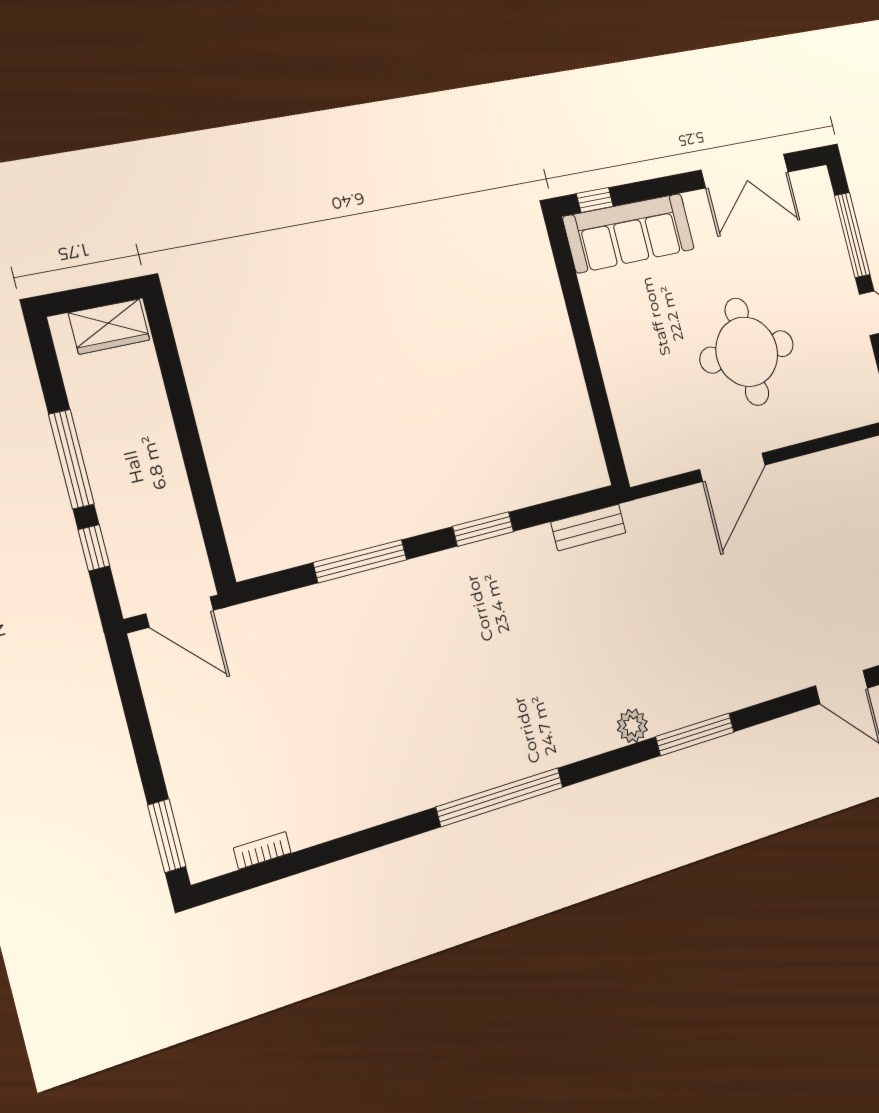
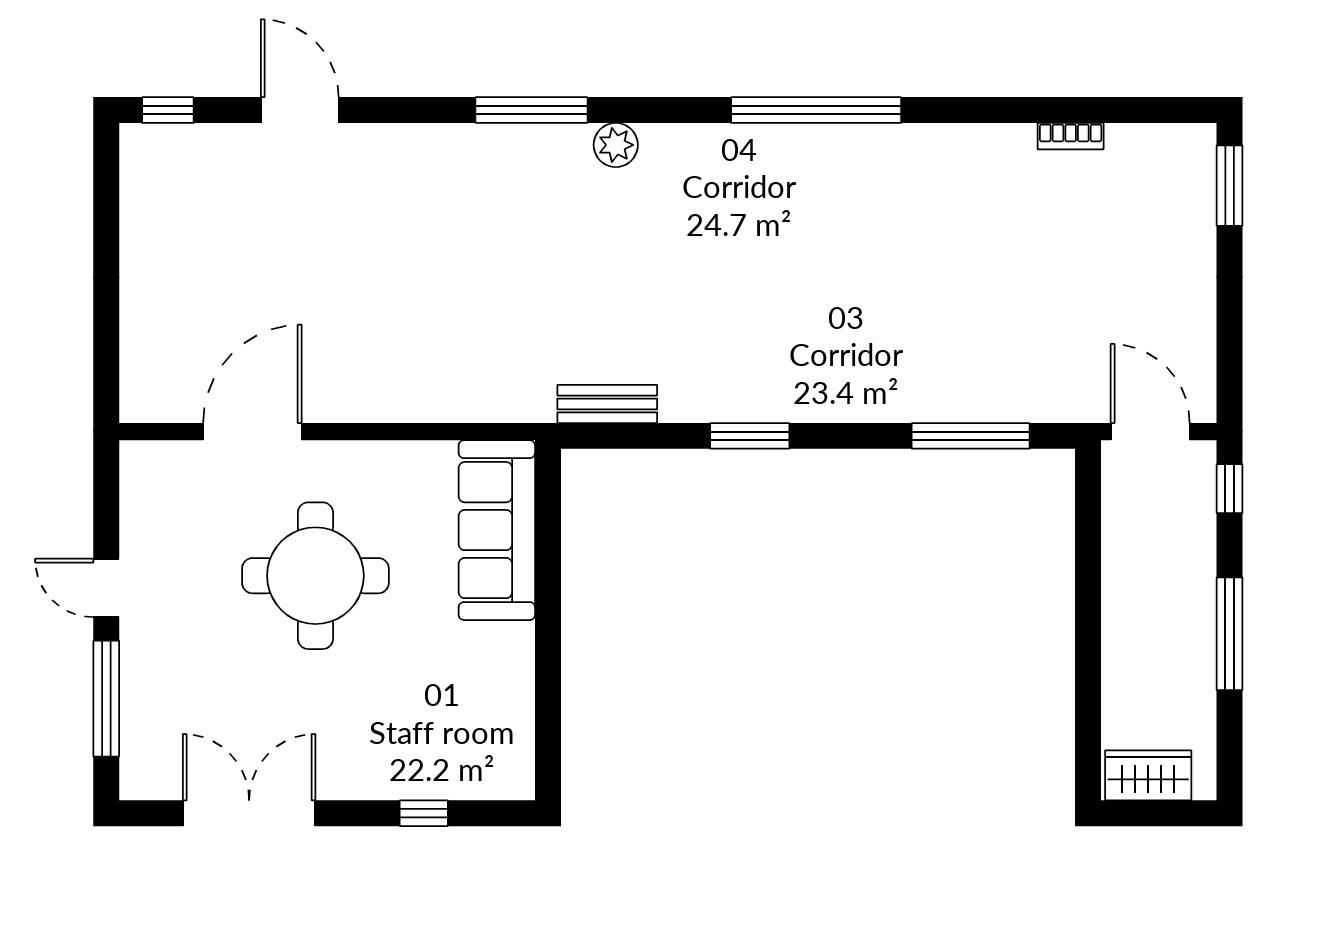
window: (595, 200) -> (424, 813), moved
sofa: (629, 233) -> (497, 530), moved, turned -90
door: (732, 467) -> (252, 432), moved
window: (94, 548) -> (1230, 489), moved
window: (360, 561) -> (971, 436), moved
bookcase: (262, 850) -> (1071, 136), moved

